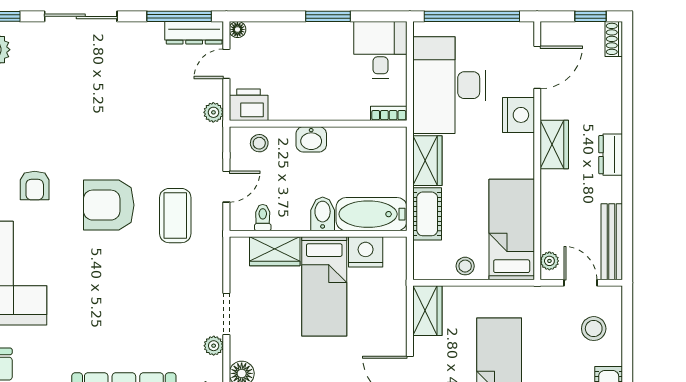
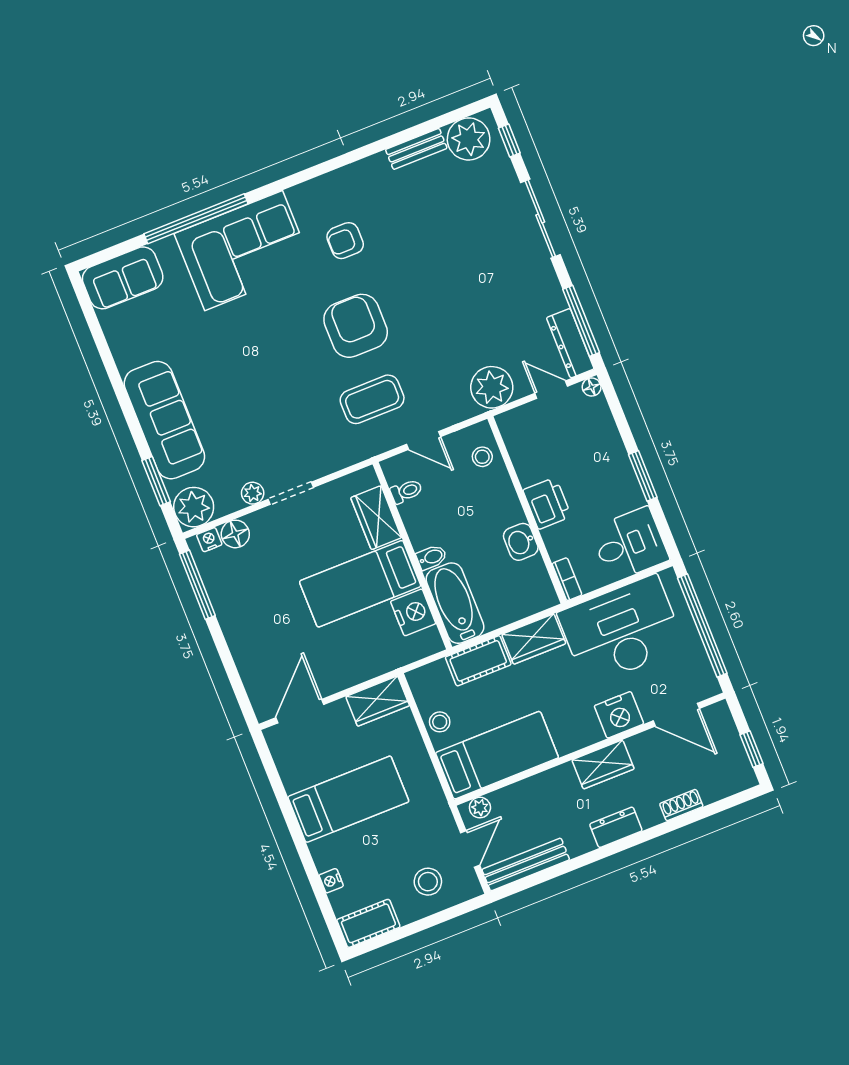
shoe rack: (614, 39) -> (681, 805), moved
printer: (249, 105) -> (547, 503), moved
plant: (213, 112) -> (492, 387), width x1.88, depth x1.88
washbasin: (311, 139) -> (521, 542), moved
bidet: (323, 214) -> (432, 557), width x0.72, depth x0.74

